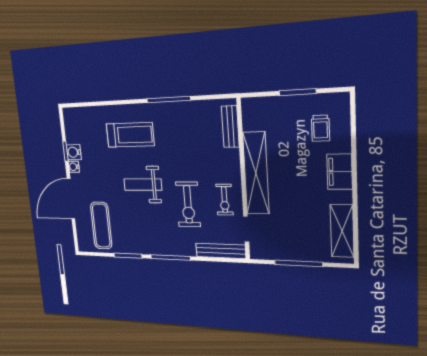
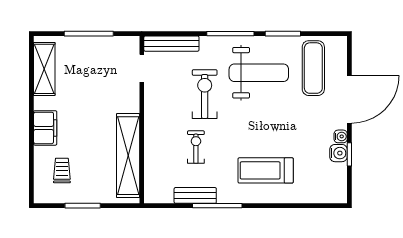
bench: (230, 127) -> (195, 195), moved, turned 90
shelving: (256, 173) -> (128, 156), moved
weight bench: (143, 185) -> (259, 73), moved, width x1.36, depth x1.33
exercise bike: (224, 200) -> (196, 147), moved

